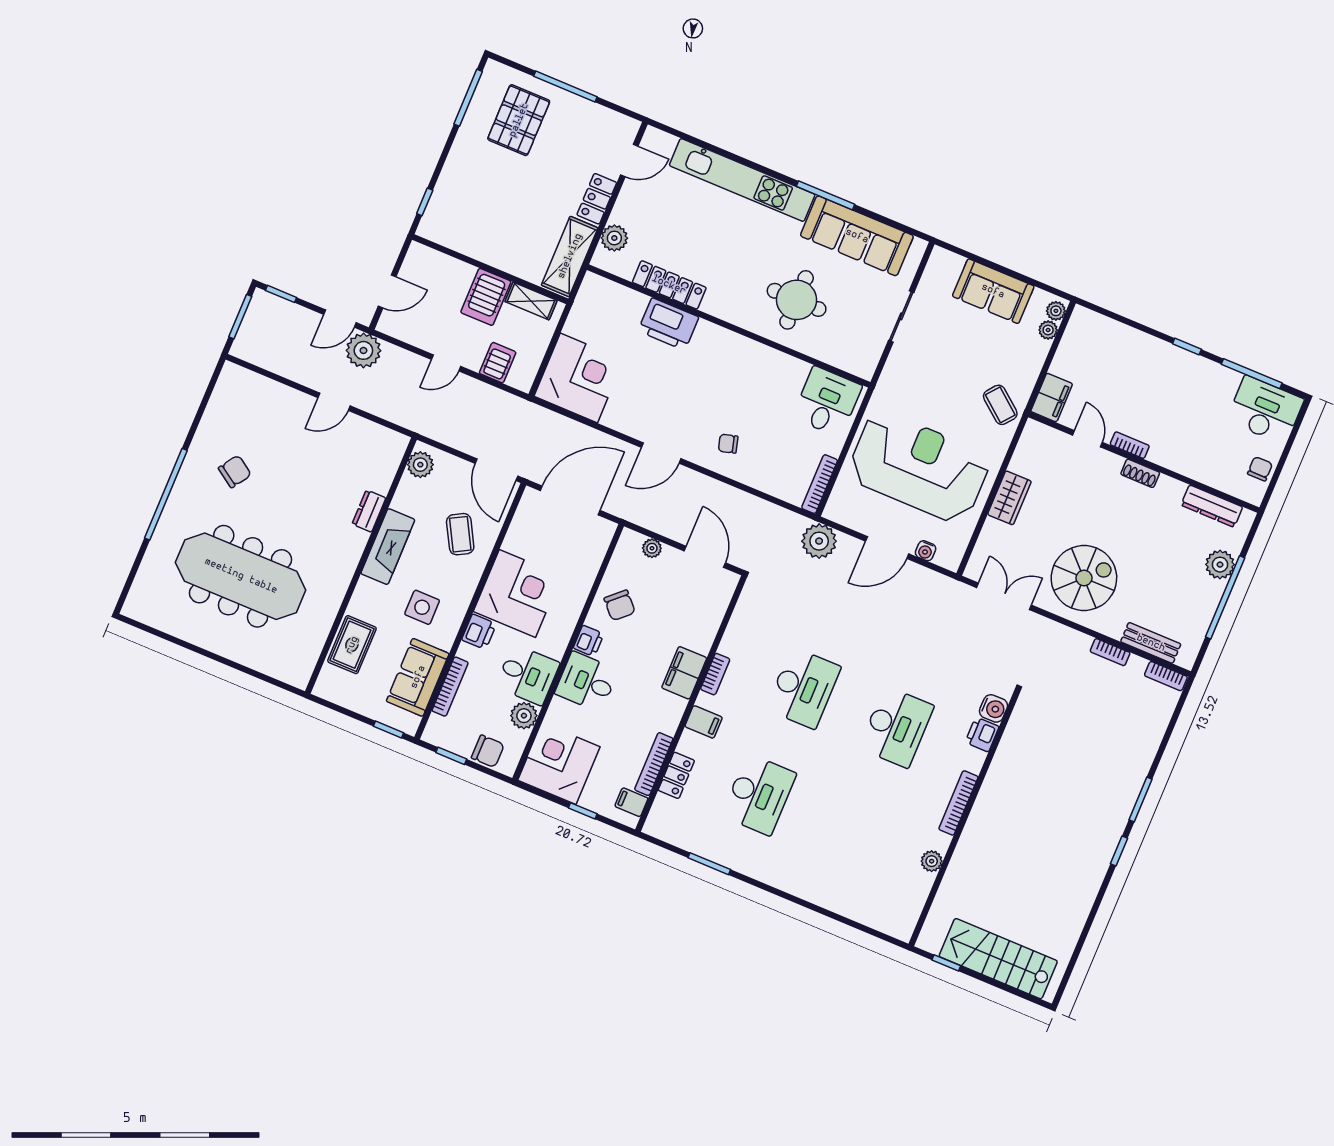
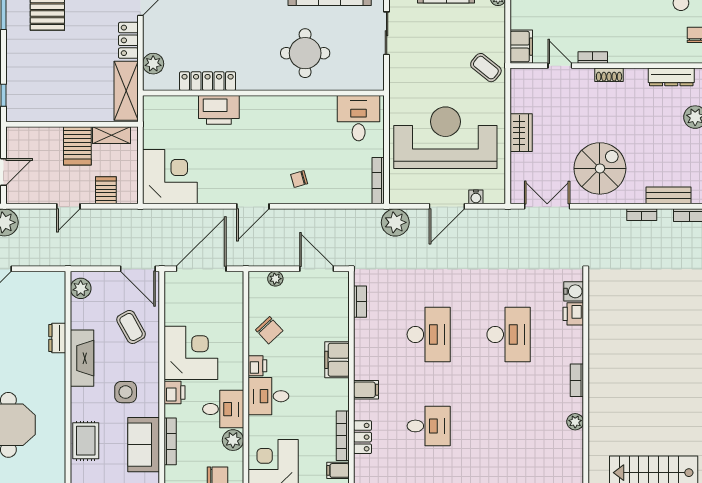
bookcase: (715, 674) -> (360, 302), moved
desk: (759, 795) -> (429, 426), width x0.73
bookcase: (958, 803) -> (577, 380), width x0.64

